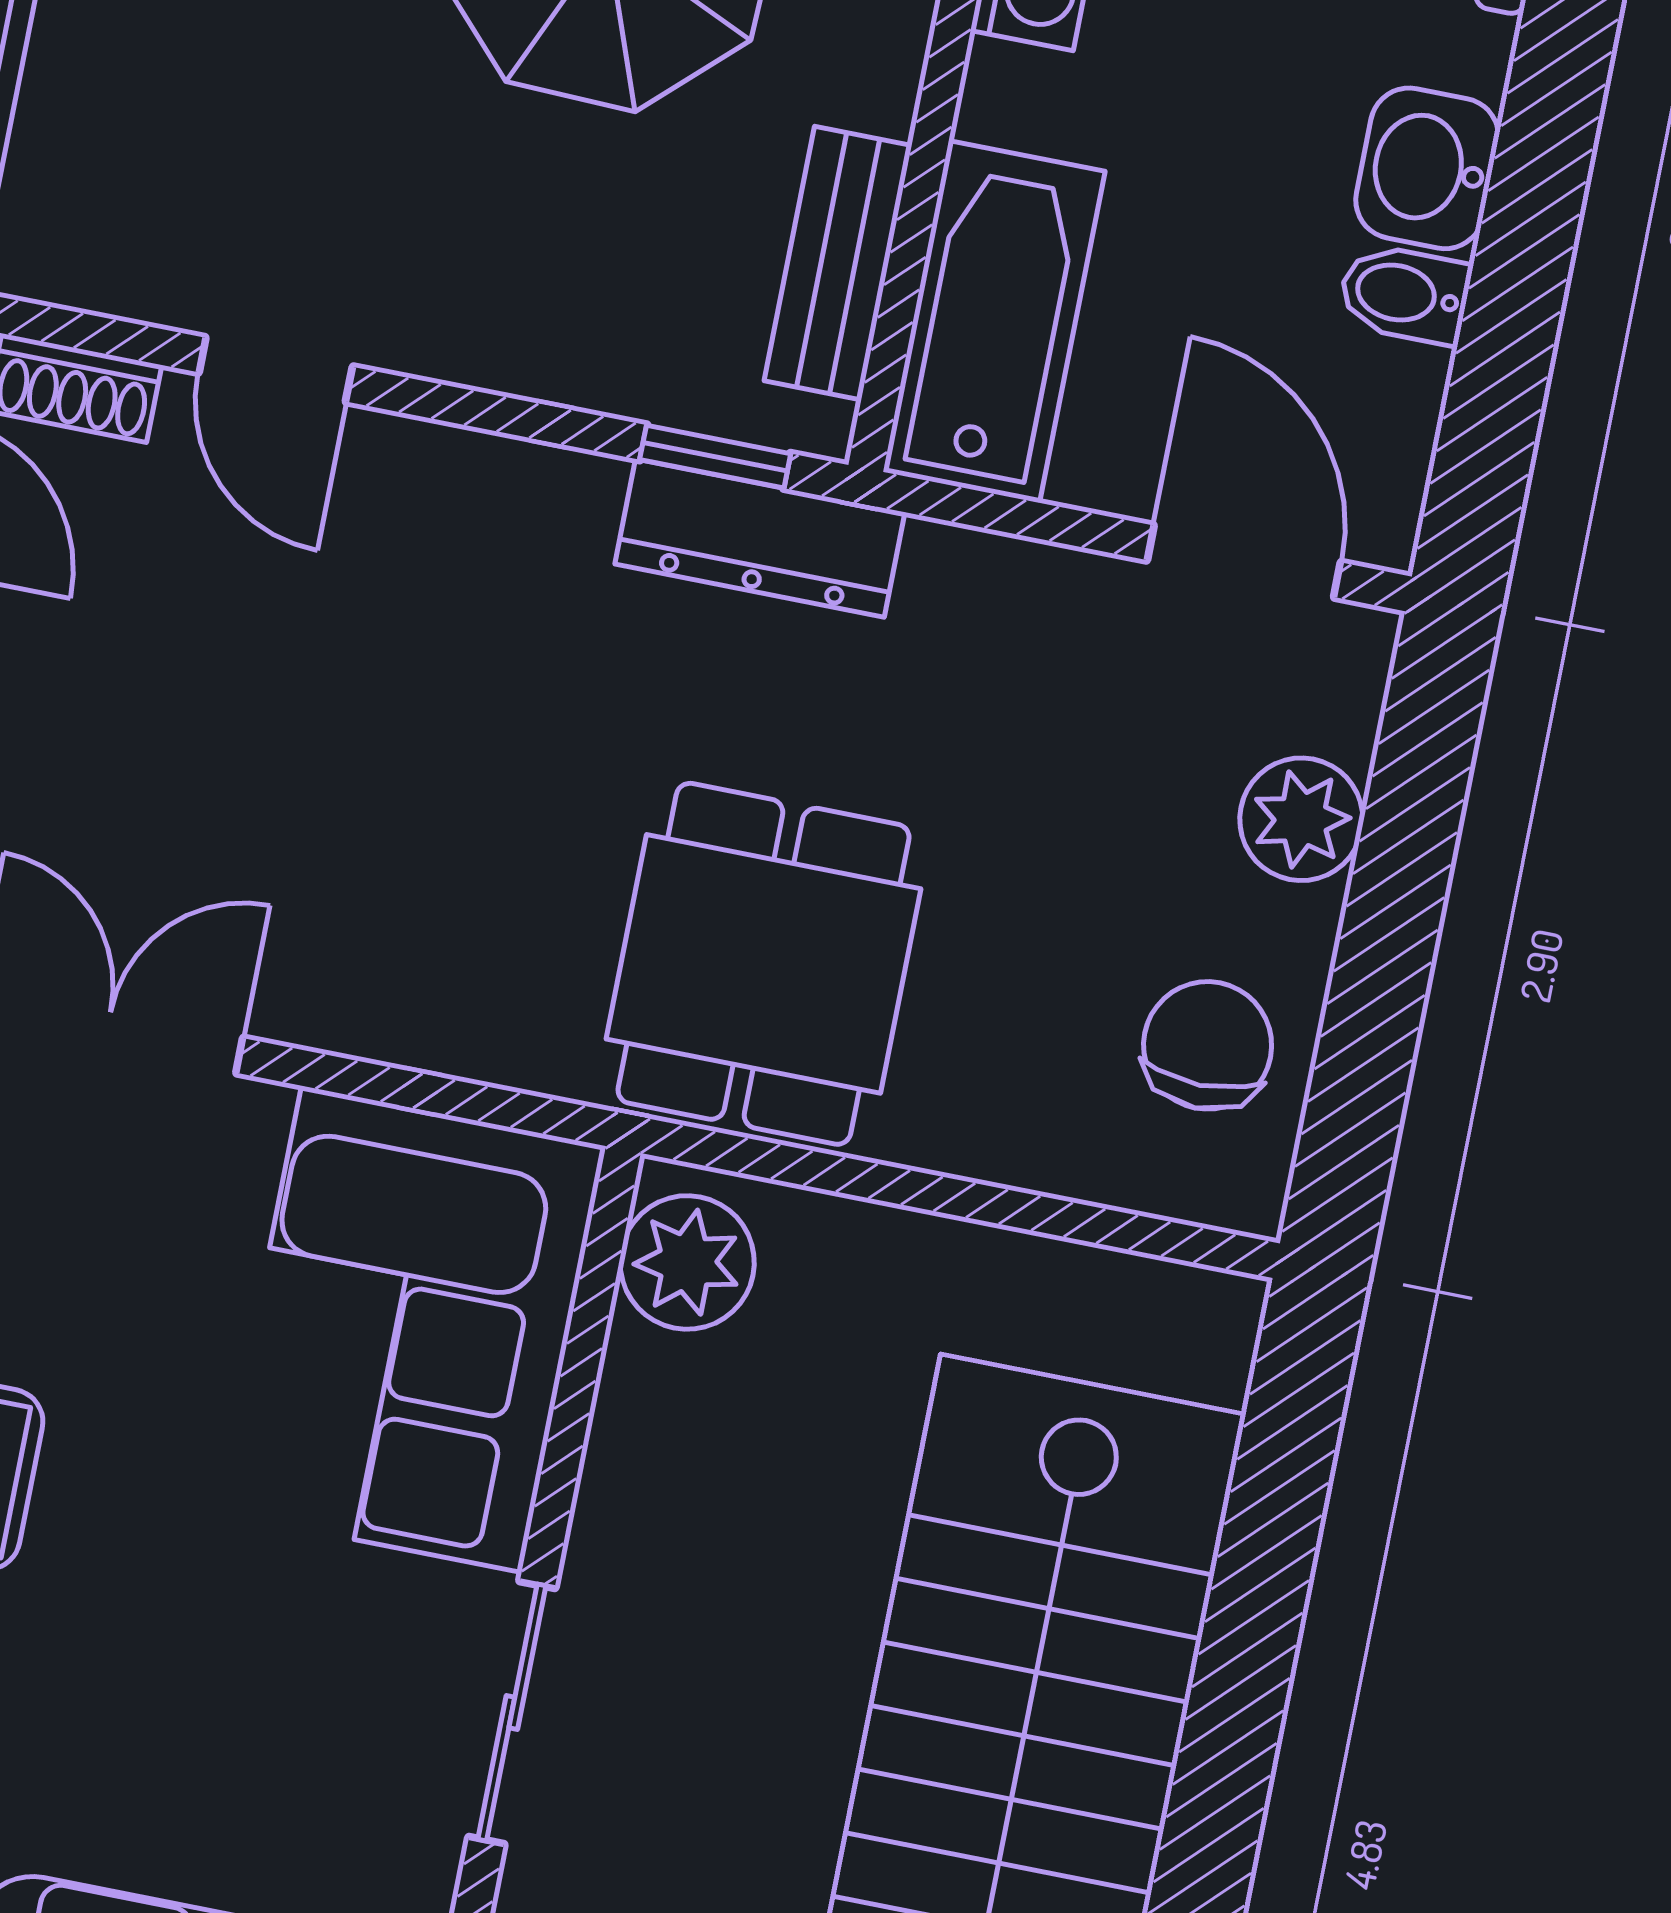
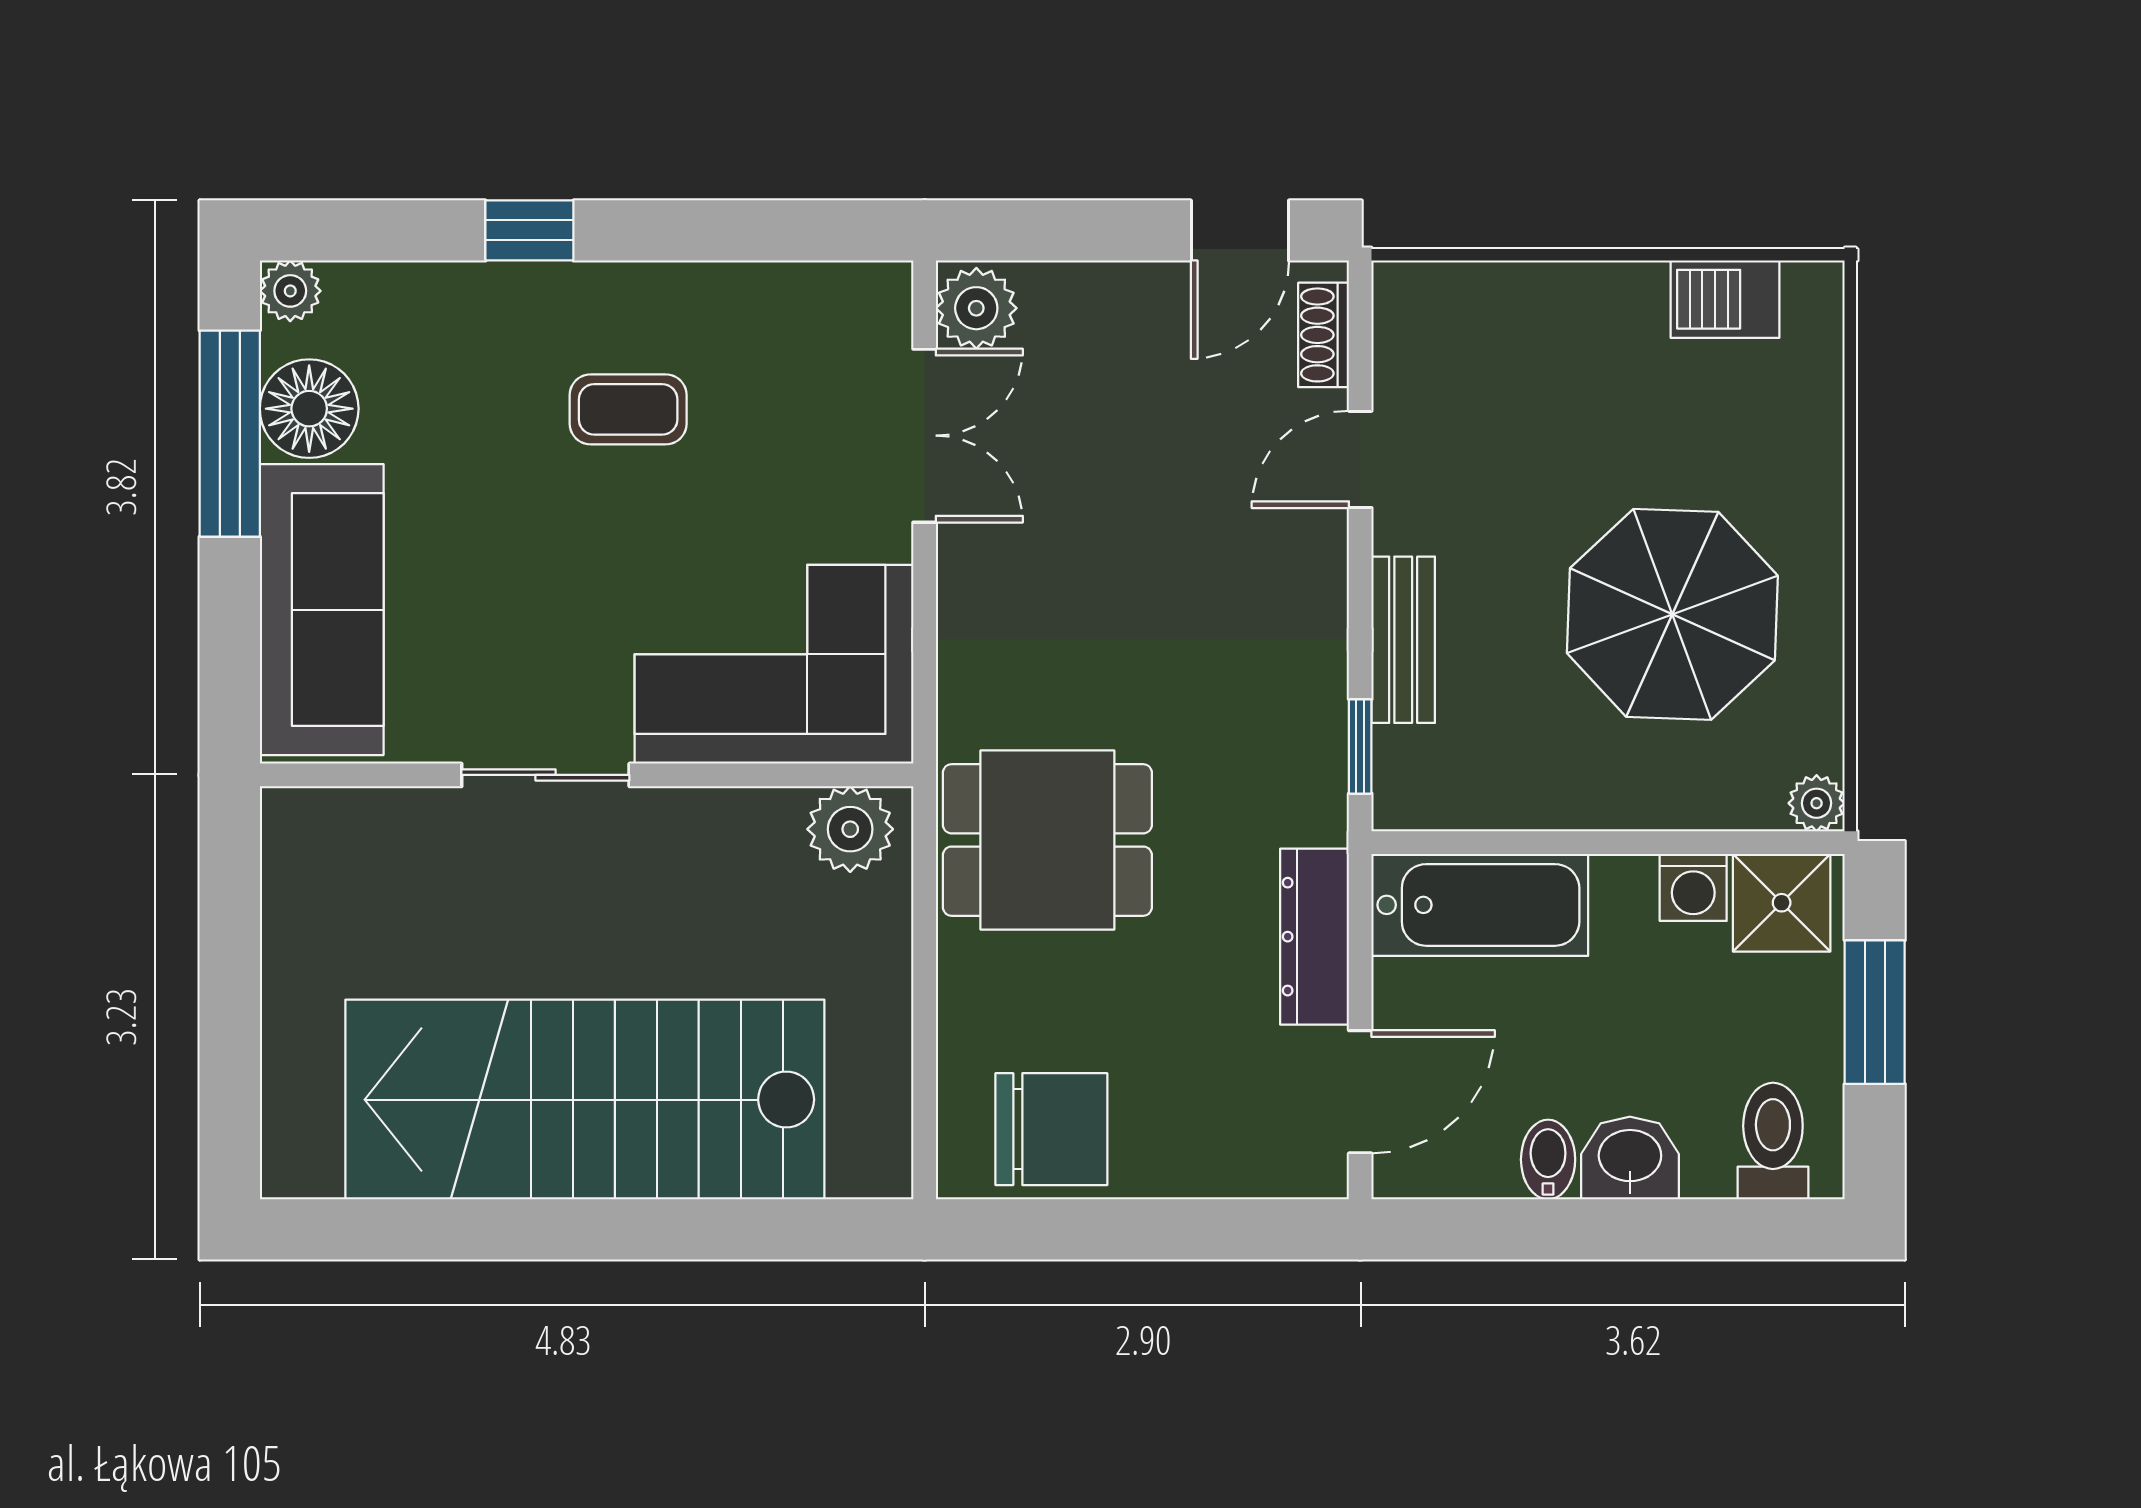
bench: (838, 263) -> (1403, 640), moved, turned 90
dresser: (760, 538) -> (1314, 937), moved
plant: (1301, 819) -> (1205, 1160), removed
chair: (1208, 1045) -> (1051, 1129), width x1.37, depth x1.37

